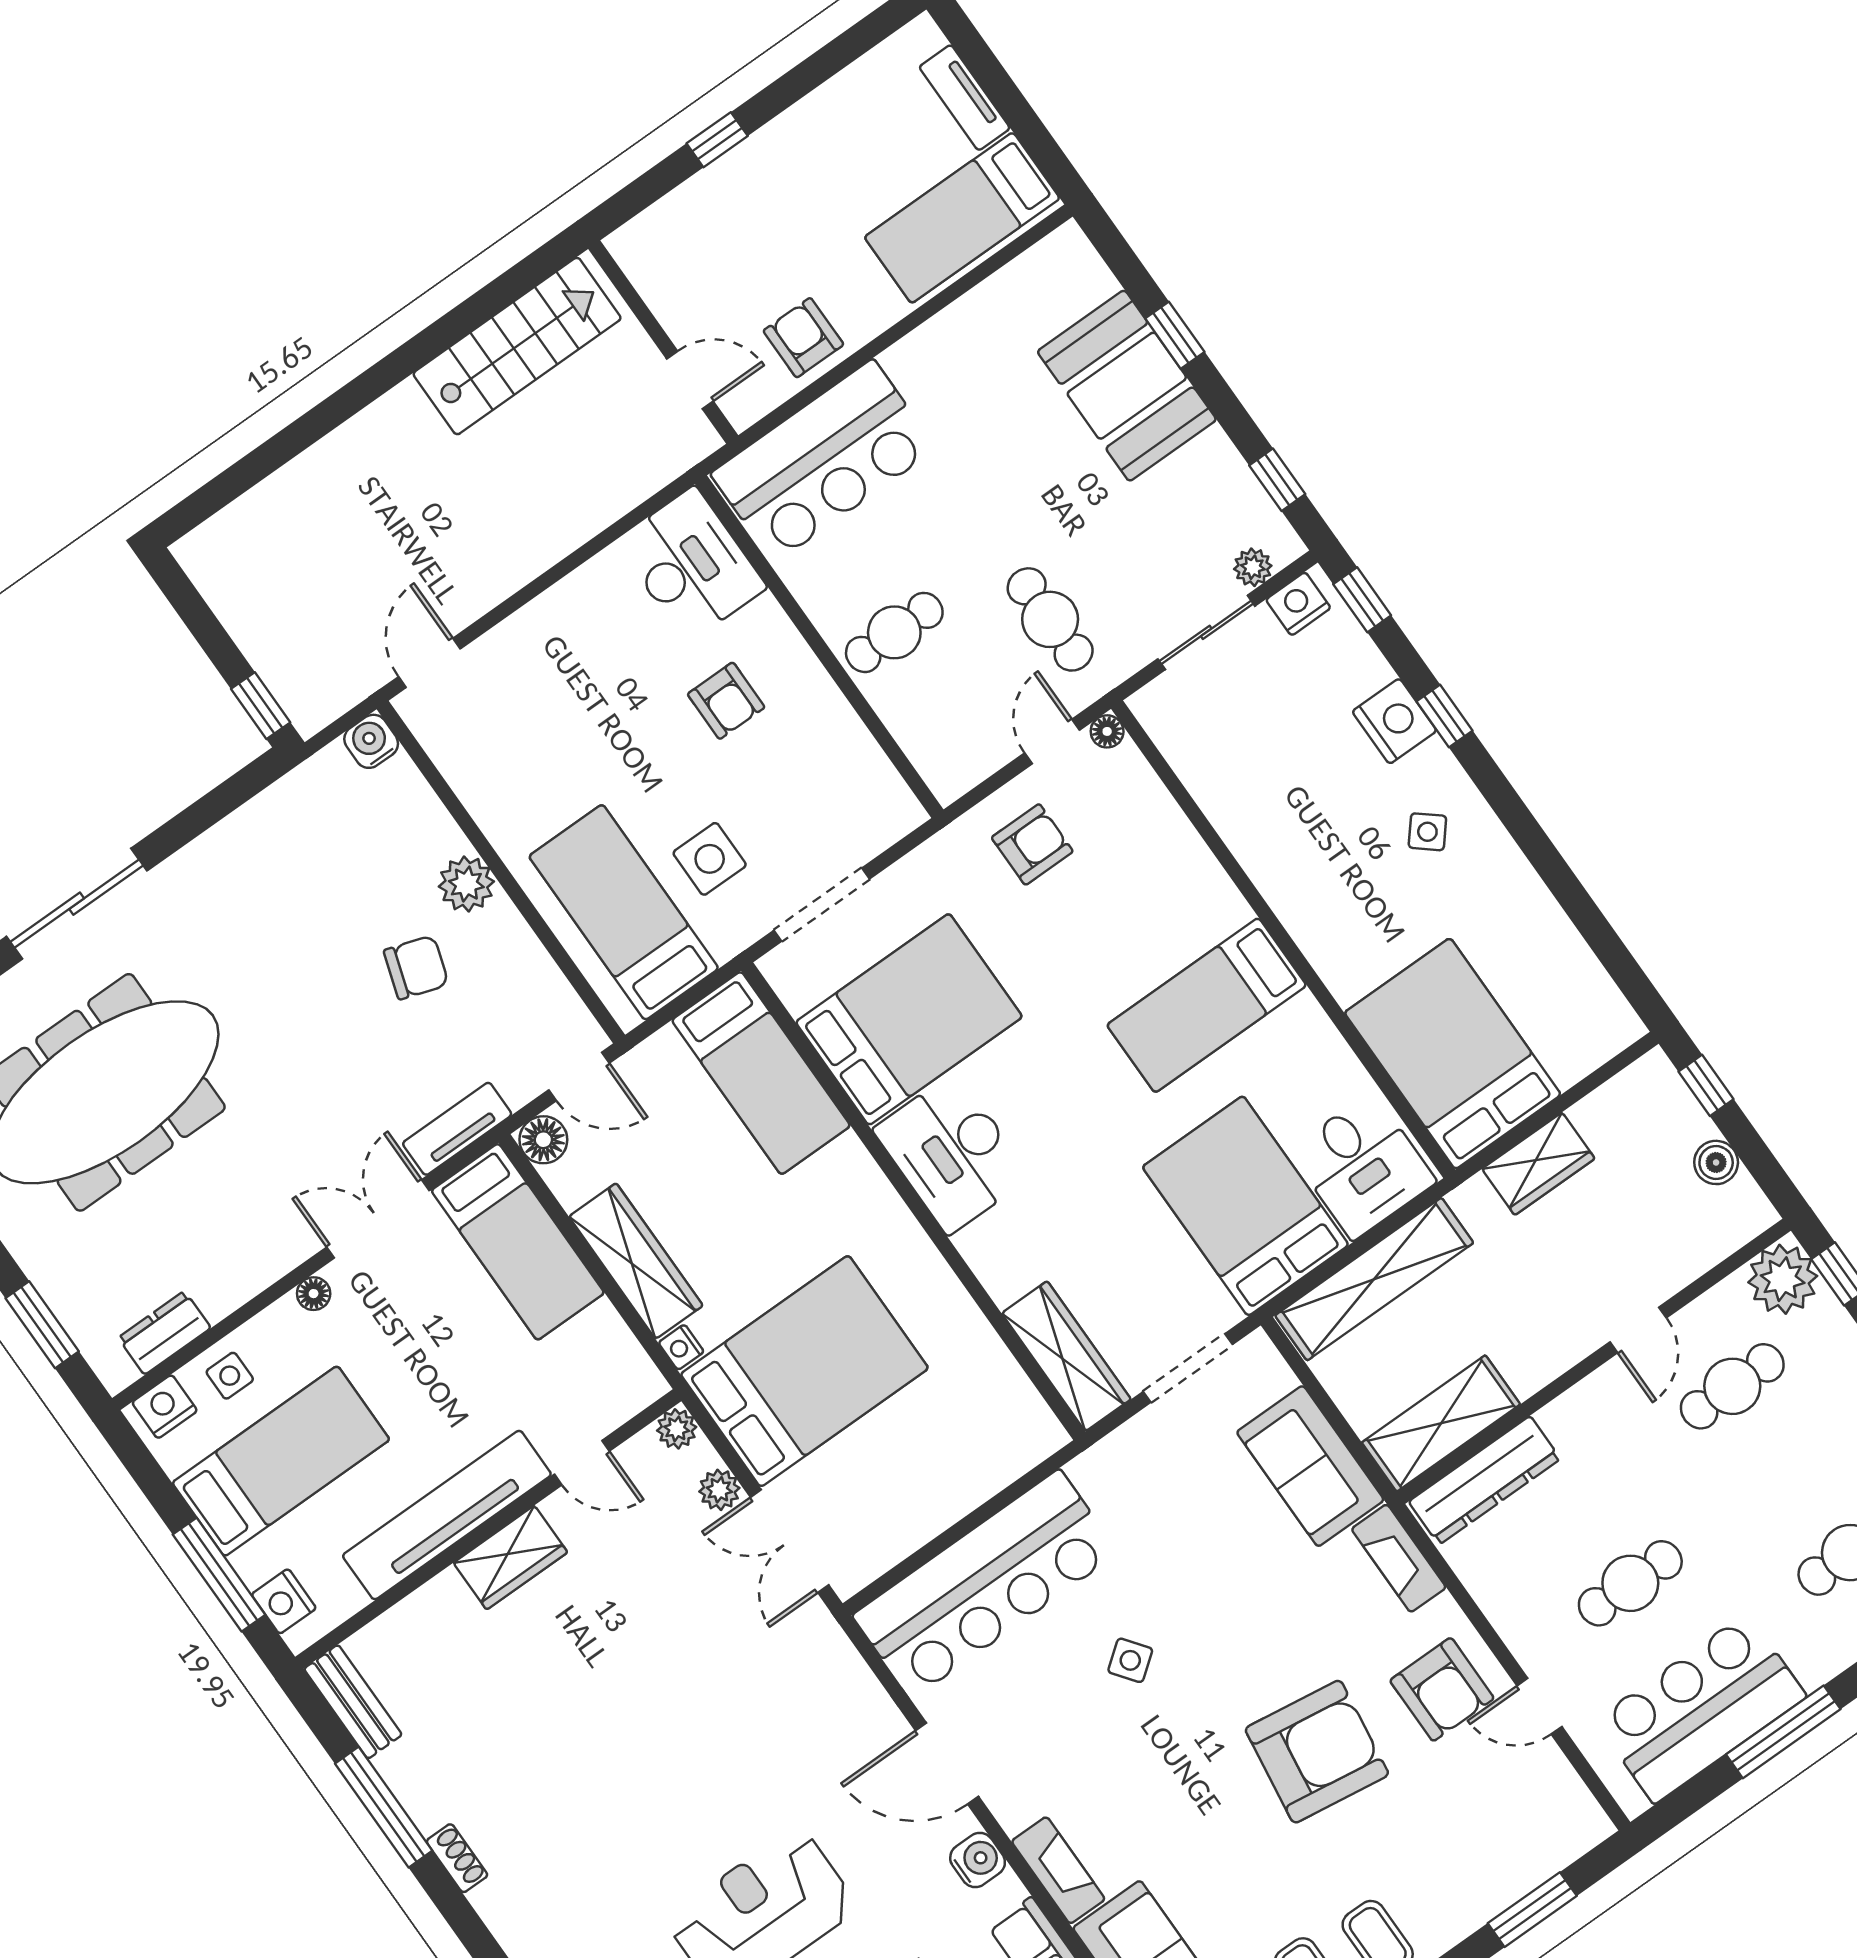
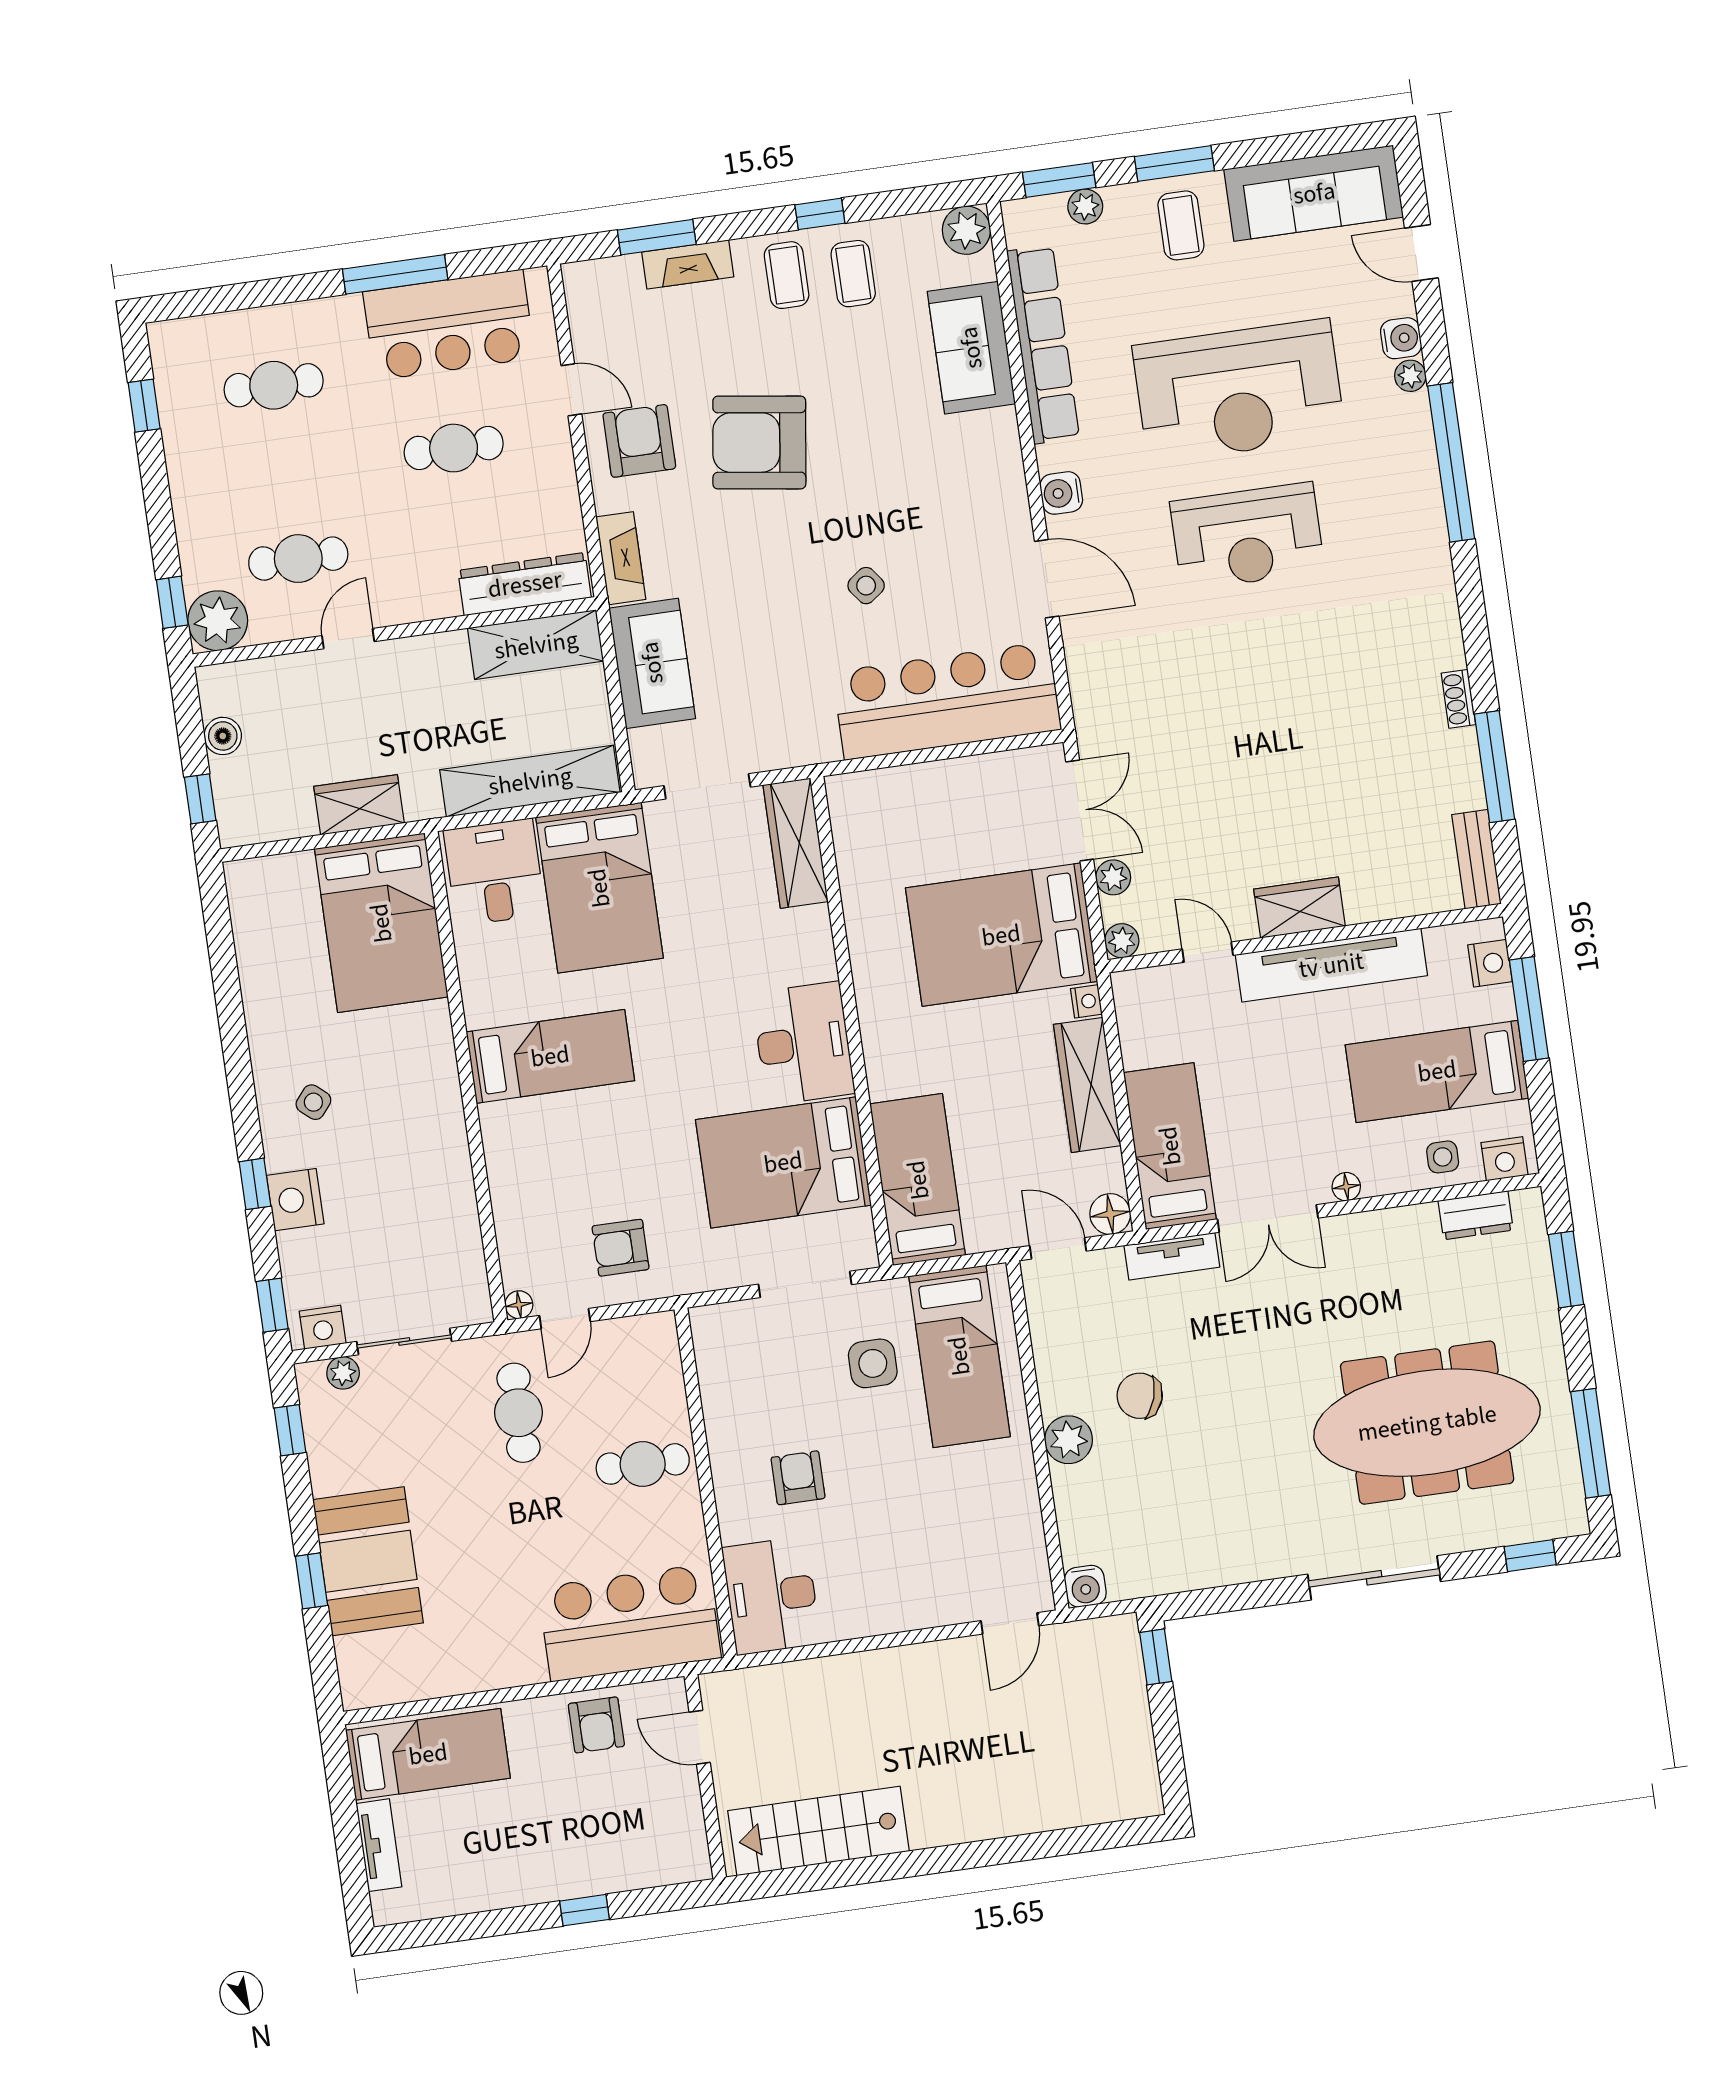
fireplace: (1058, 1870) -> (688, 264), moved, turned -90

